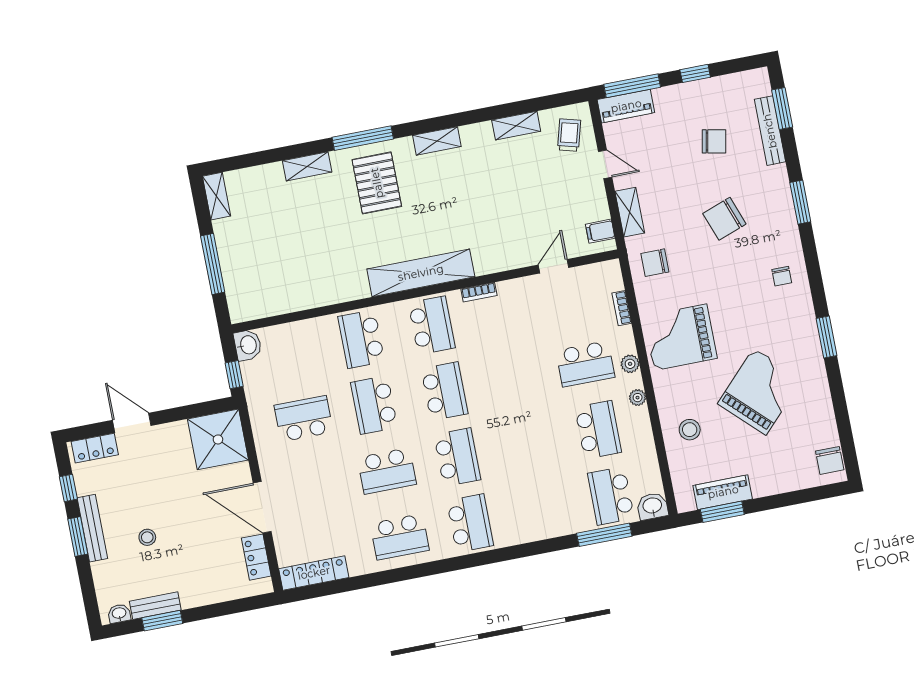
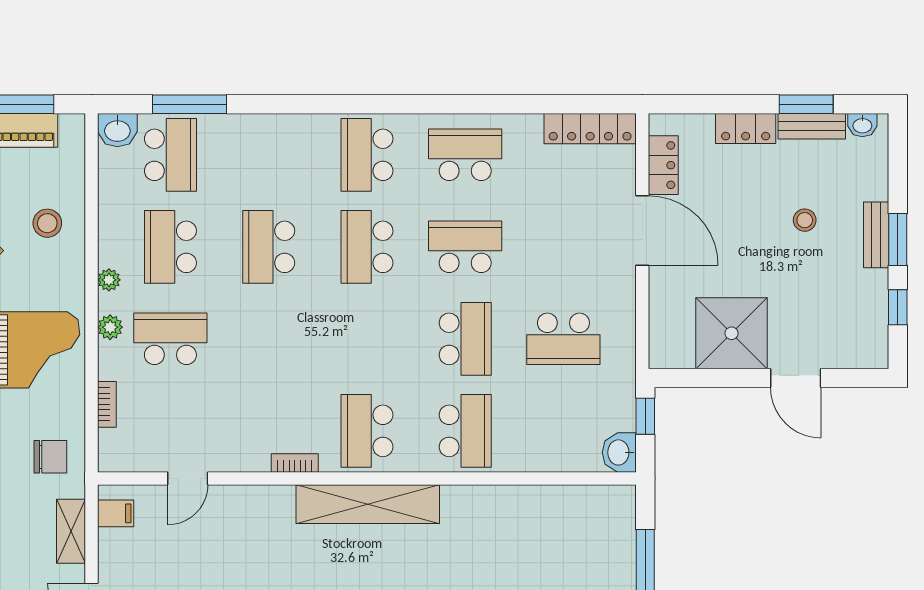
school desk: (444, 391) -> (269, 247), moved
shower: (218, 439) -> (732, 333), moved
locker: (95, 448) -> (746, 129), moved, turned 180
bench: (92, 528) -> (876, 235), width x0.73

